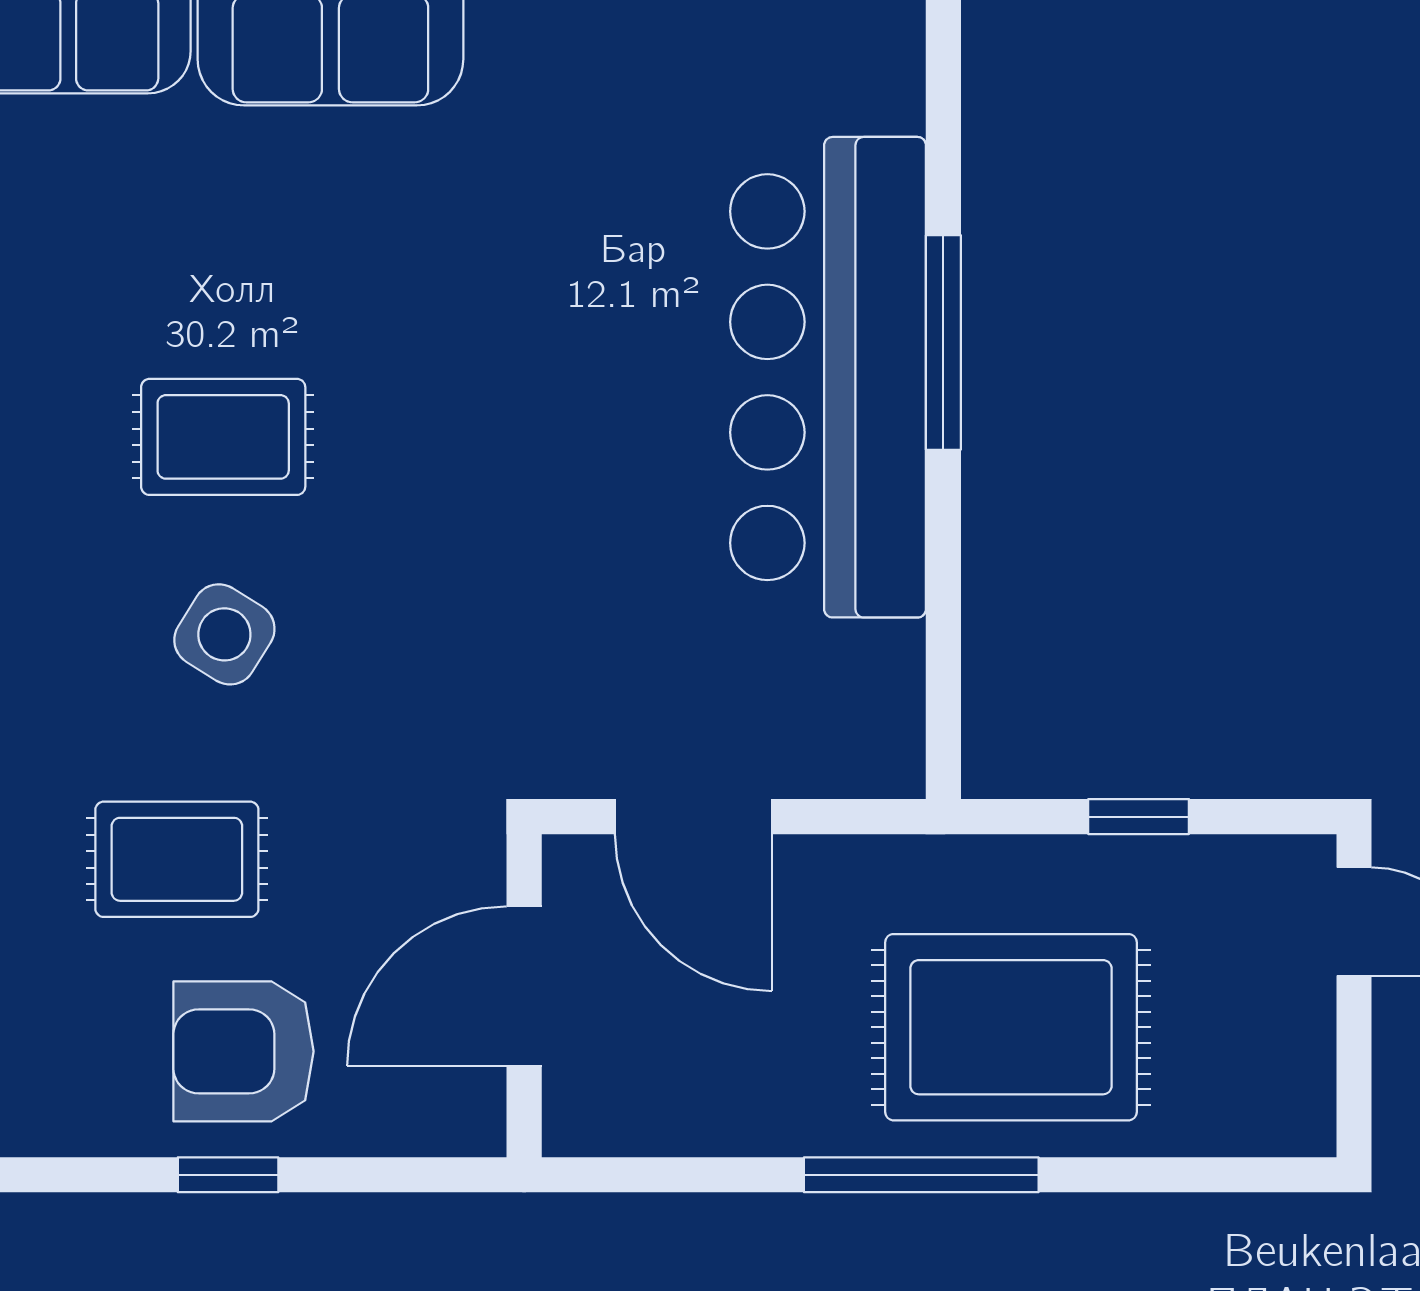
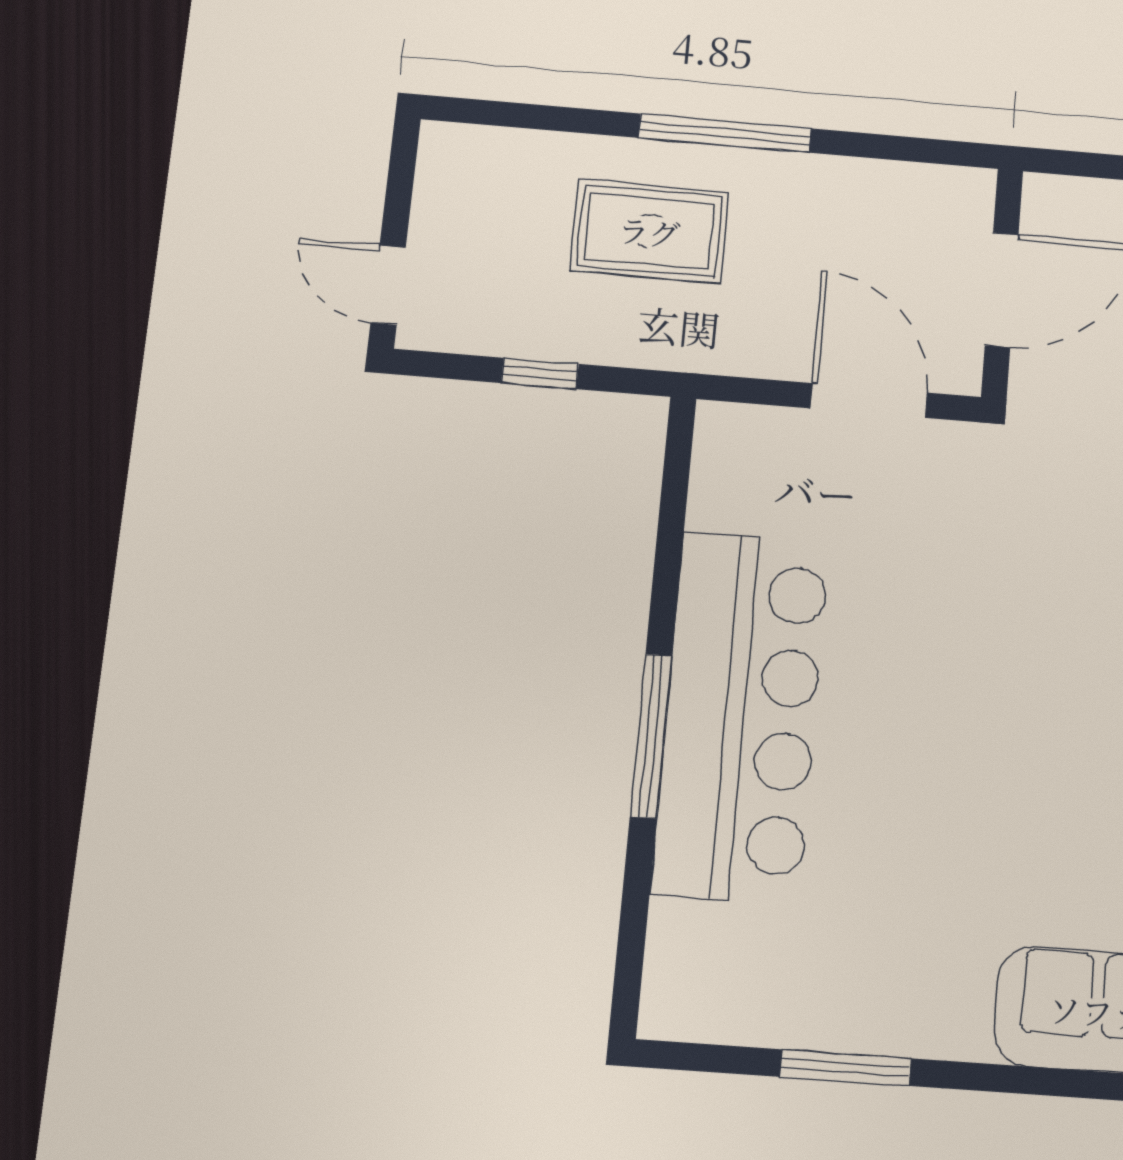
rug: (1011, 1027) -> (649, 231), width x0.73, depth x0.70

